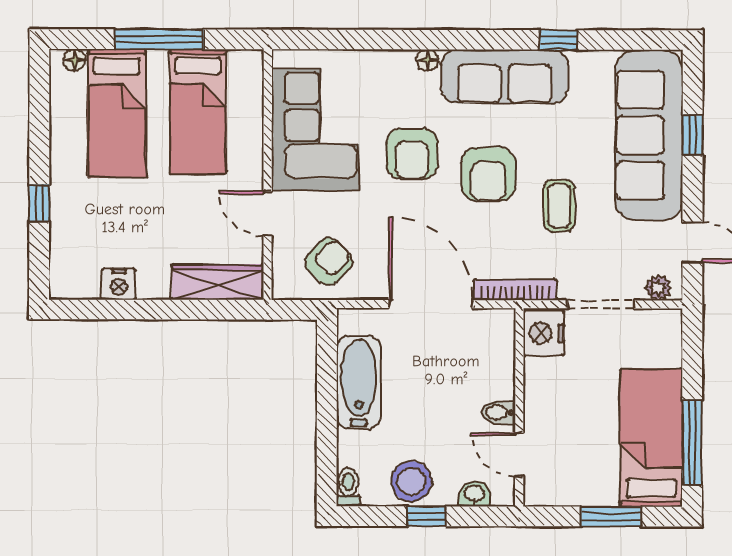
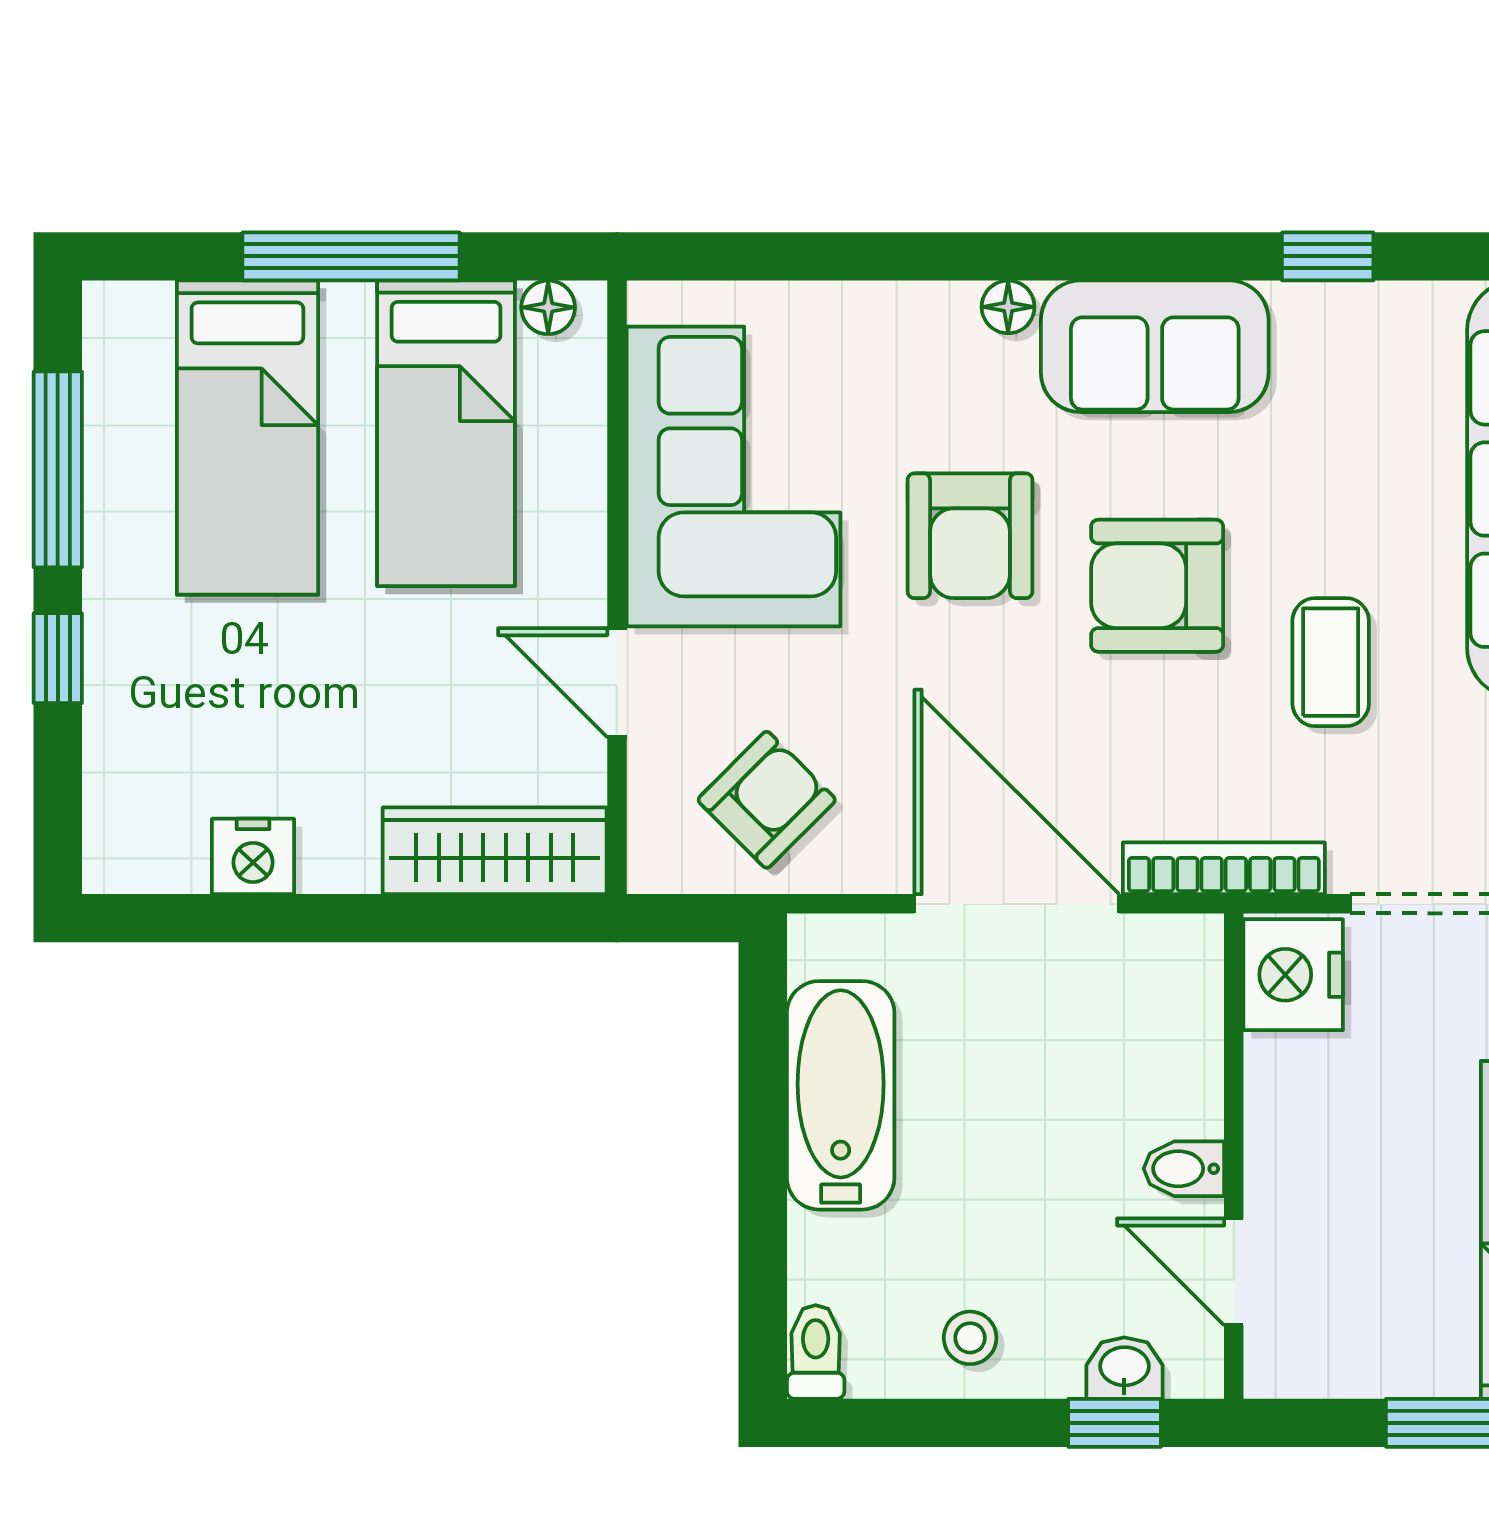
floor lamp: (74, 60) -> (548, 307), moved
sofa: (504, 77) -> (1155, 346), width x0.73
window: (39, 126) -> (58, 469), added
armchair: (488, 174) -> (1157, 586), turned 90
stool: (411, 481) -> (970, 1338), width x0.53, depth x0.53
window: (426, 516) -> (1115, 1423), moved

